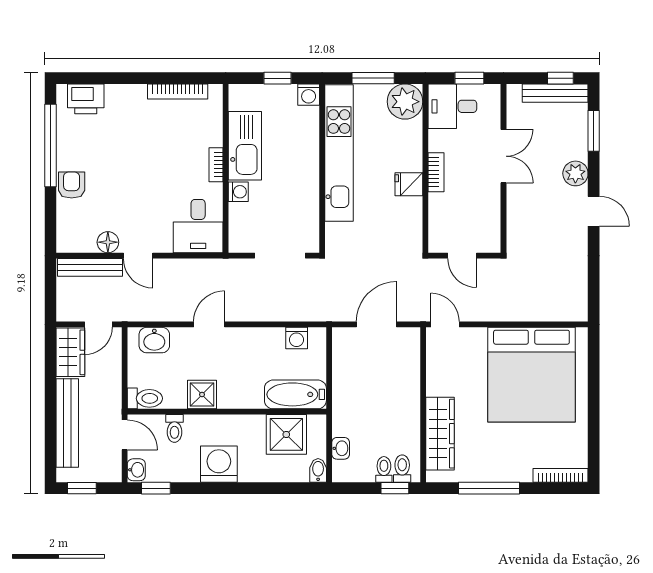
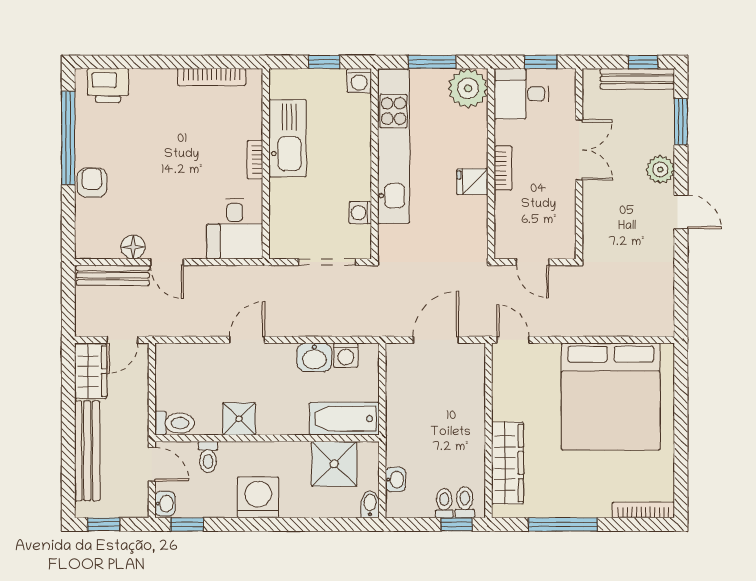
washing machine: (238, 192) -> (360, 213), moved, turned 180
washbasin: (154, 340) -> (314, 357), moved

